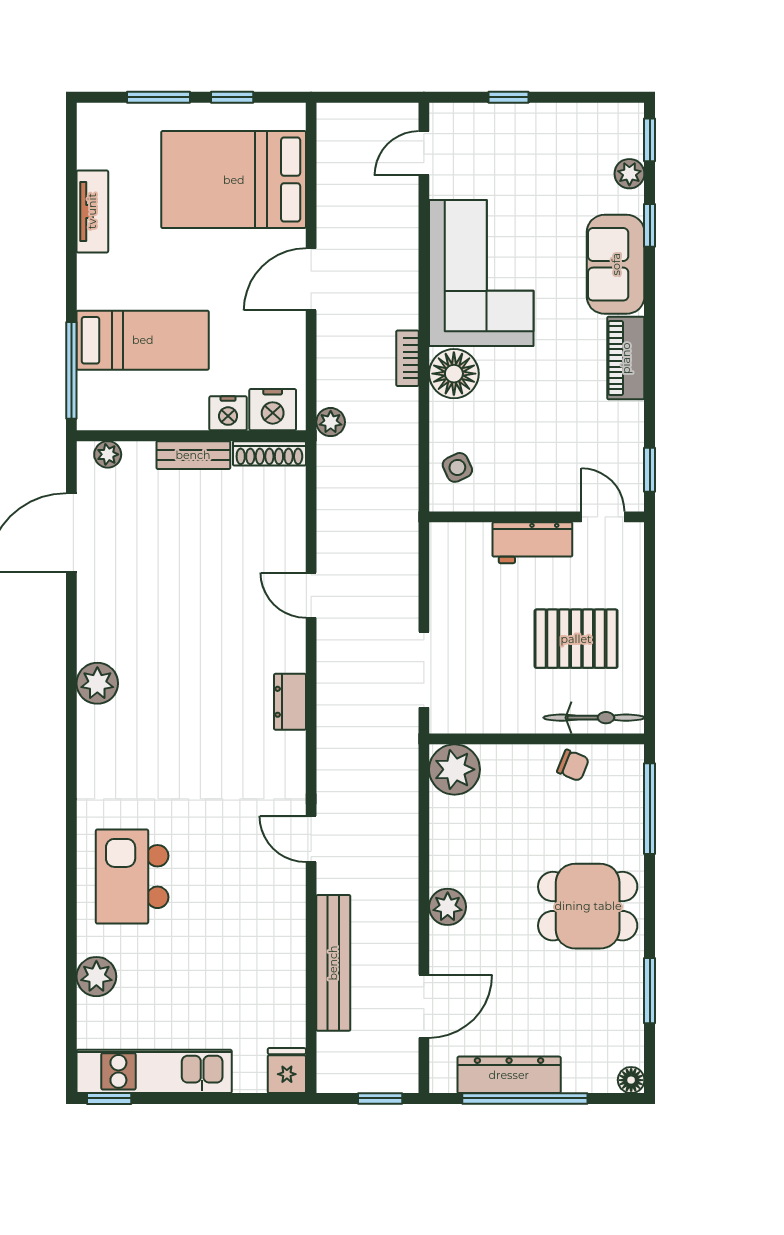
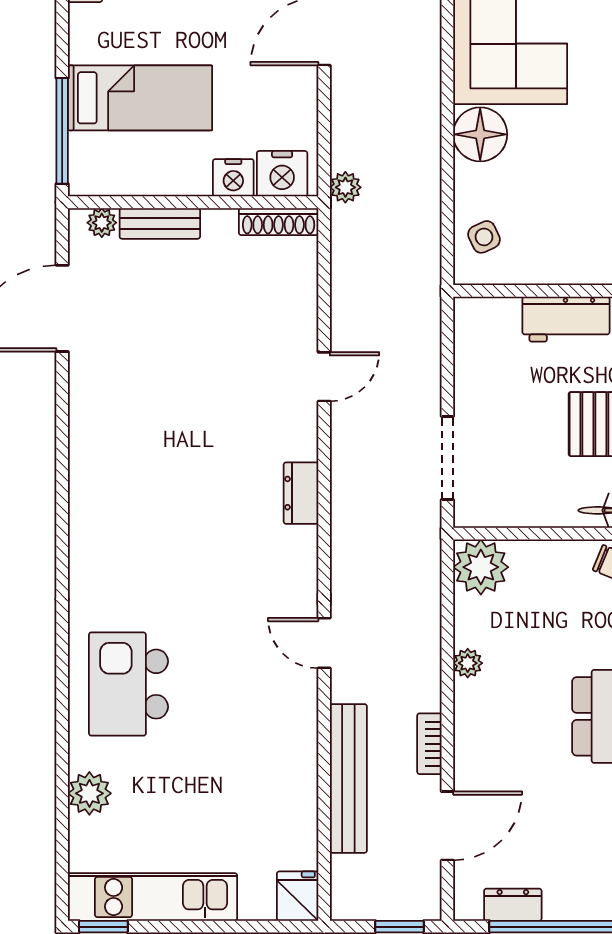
bookcase: (407, 358) -> (429, 744), moved
bench: (193, 455) -> (160, 223), moved
door: (311, 595) -> (324, 377), swing flipped
plant: (97, 683) -> (90, 473), removed
plant: (448, 907) -> (468, 663), moved, width x0.73, depth x0.73
dresser: (509, 1075) -> (513, 905), width x0.51, depth x0.80

